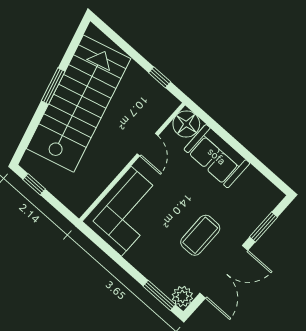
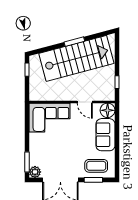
door: (147, 145) -> (85, 102), hinge flipped
coffee table: (200, 235) -> (96, 166), moved

